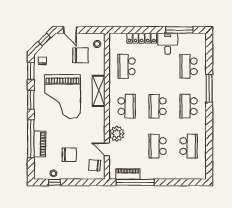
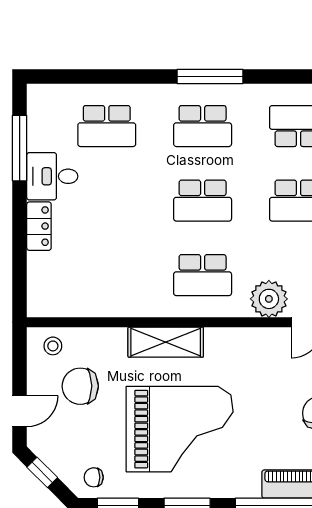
locker: (142, 38) -> (39, 226), width x0.66
chair: (80, 55) -> (80, 386), turned -90
school desk: (127, 66) -> (107, 275), removed
window: (209, 88) -> (210, 76), moved
school desk: (127, 106) -> (203, 275), turned 180

